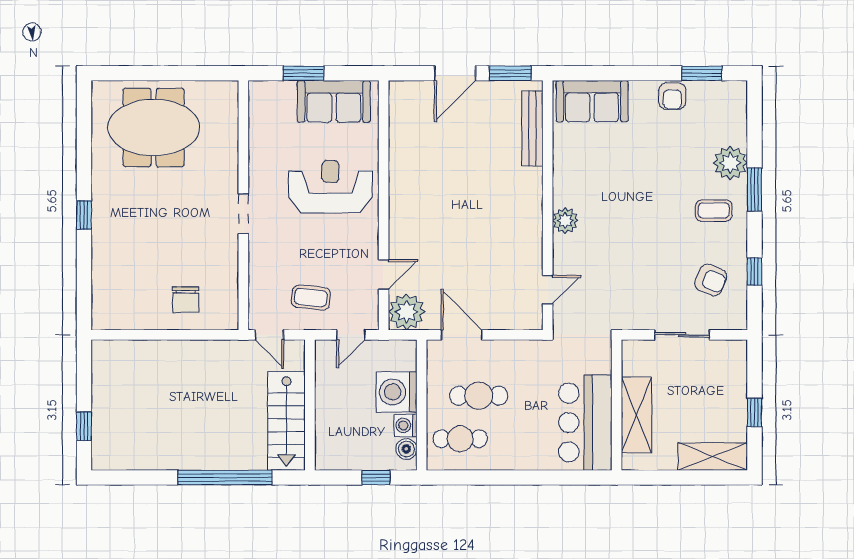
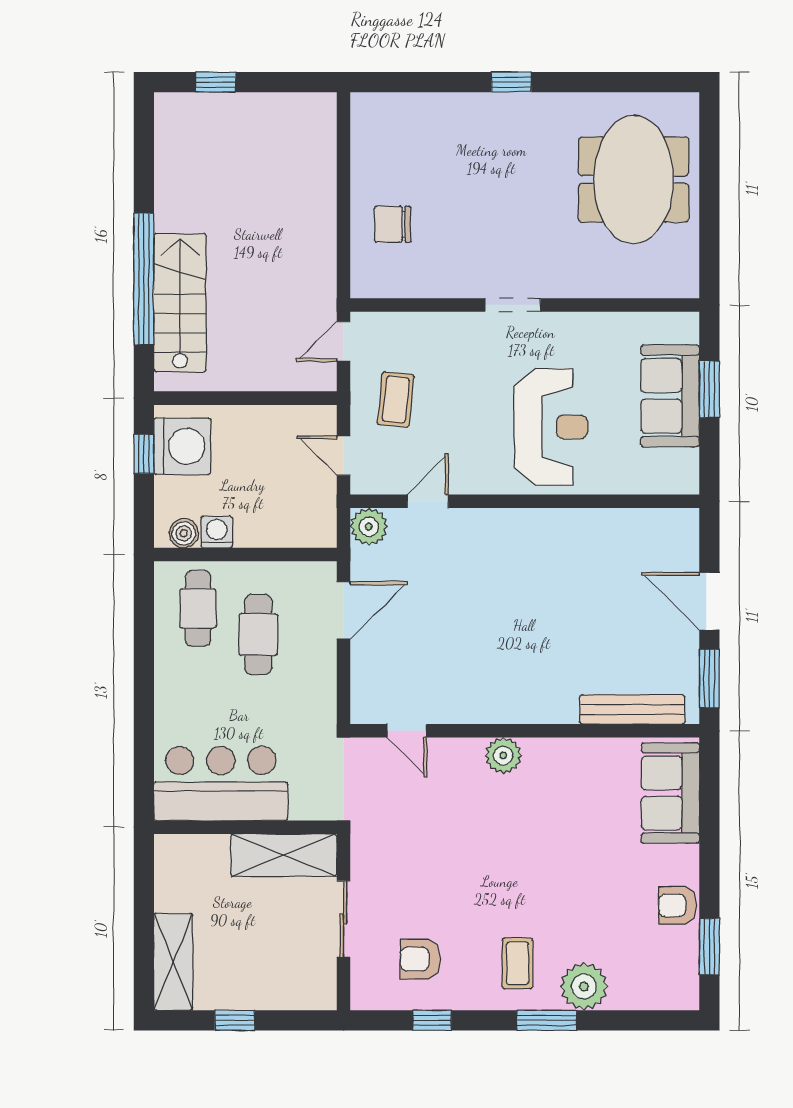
sofa: (334, 101) -> (670, 396), moved
door: (384, 274) -> (428, 501), swing flipped
armchair: (711, 280) -> (420, 959), turned 67
plant: (407, 312) -> (369, 527), width x0.73, depth x0.73
washing machine: (397, 392) -> (182, 446), moved, turned 90
shelving: (636, 415) -> (284, 855), moved
stairs: (286, 421) -> (180, 303), moved, turned 90
window: (376, 477) -> (144, 454), moved

